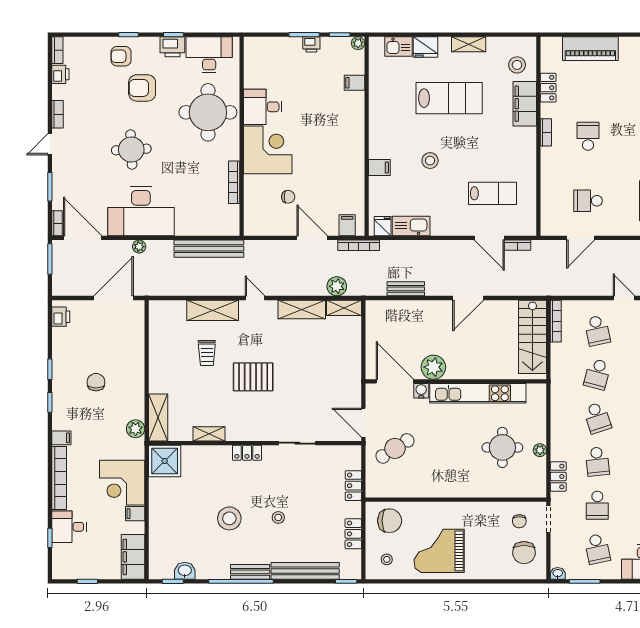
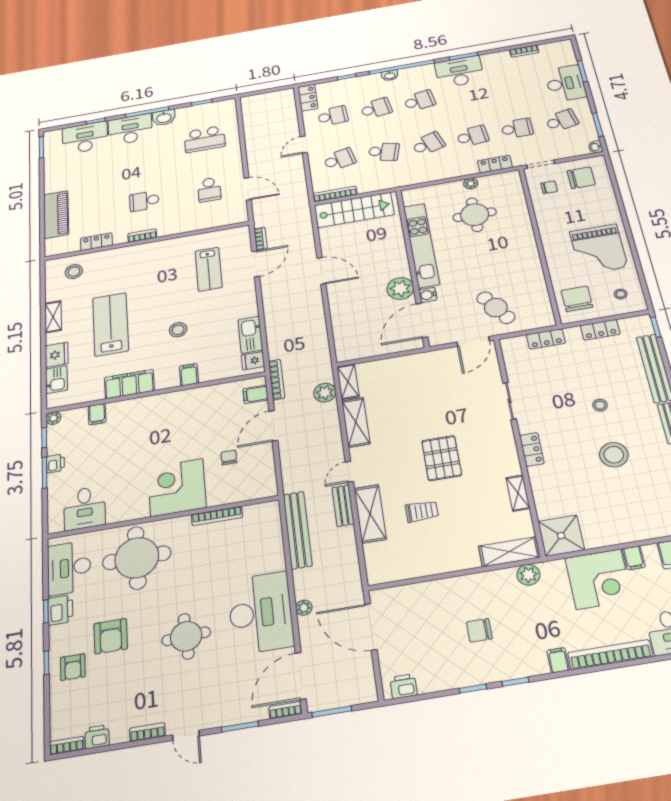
filing cabinet: (525, 104) -> (129, 384), moved, turned 180
desk: (263, 107) -> (85, 508), moved
lab bench: (493, 193) -> (209, 269), turned 180
bench: (406, 289) -> (343, 506), moved

